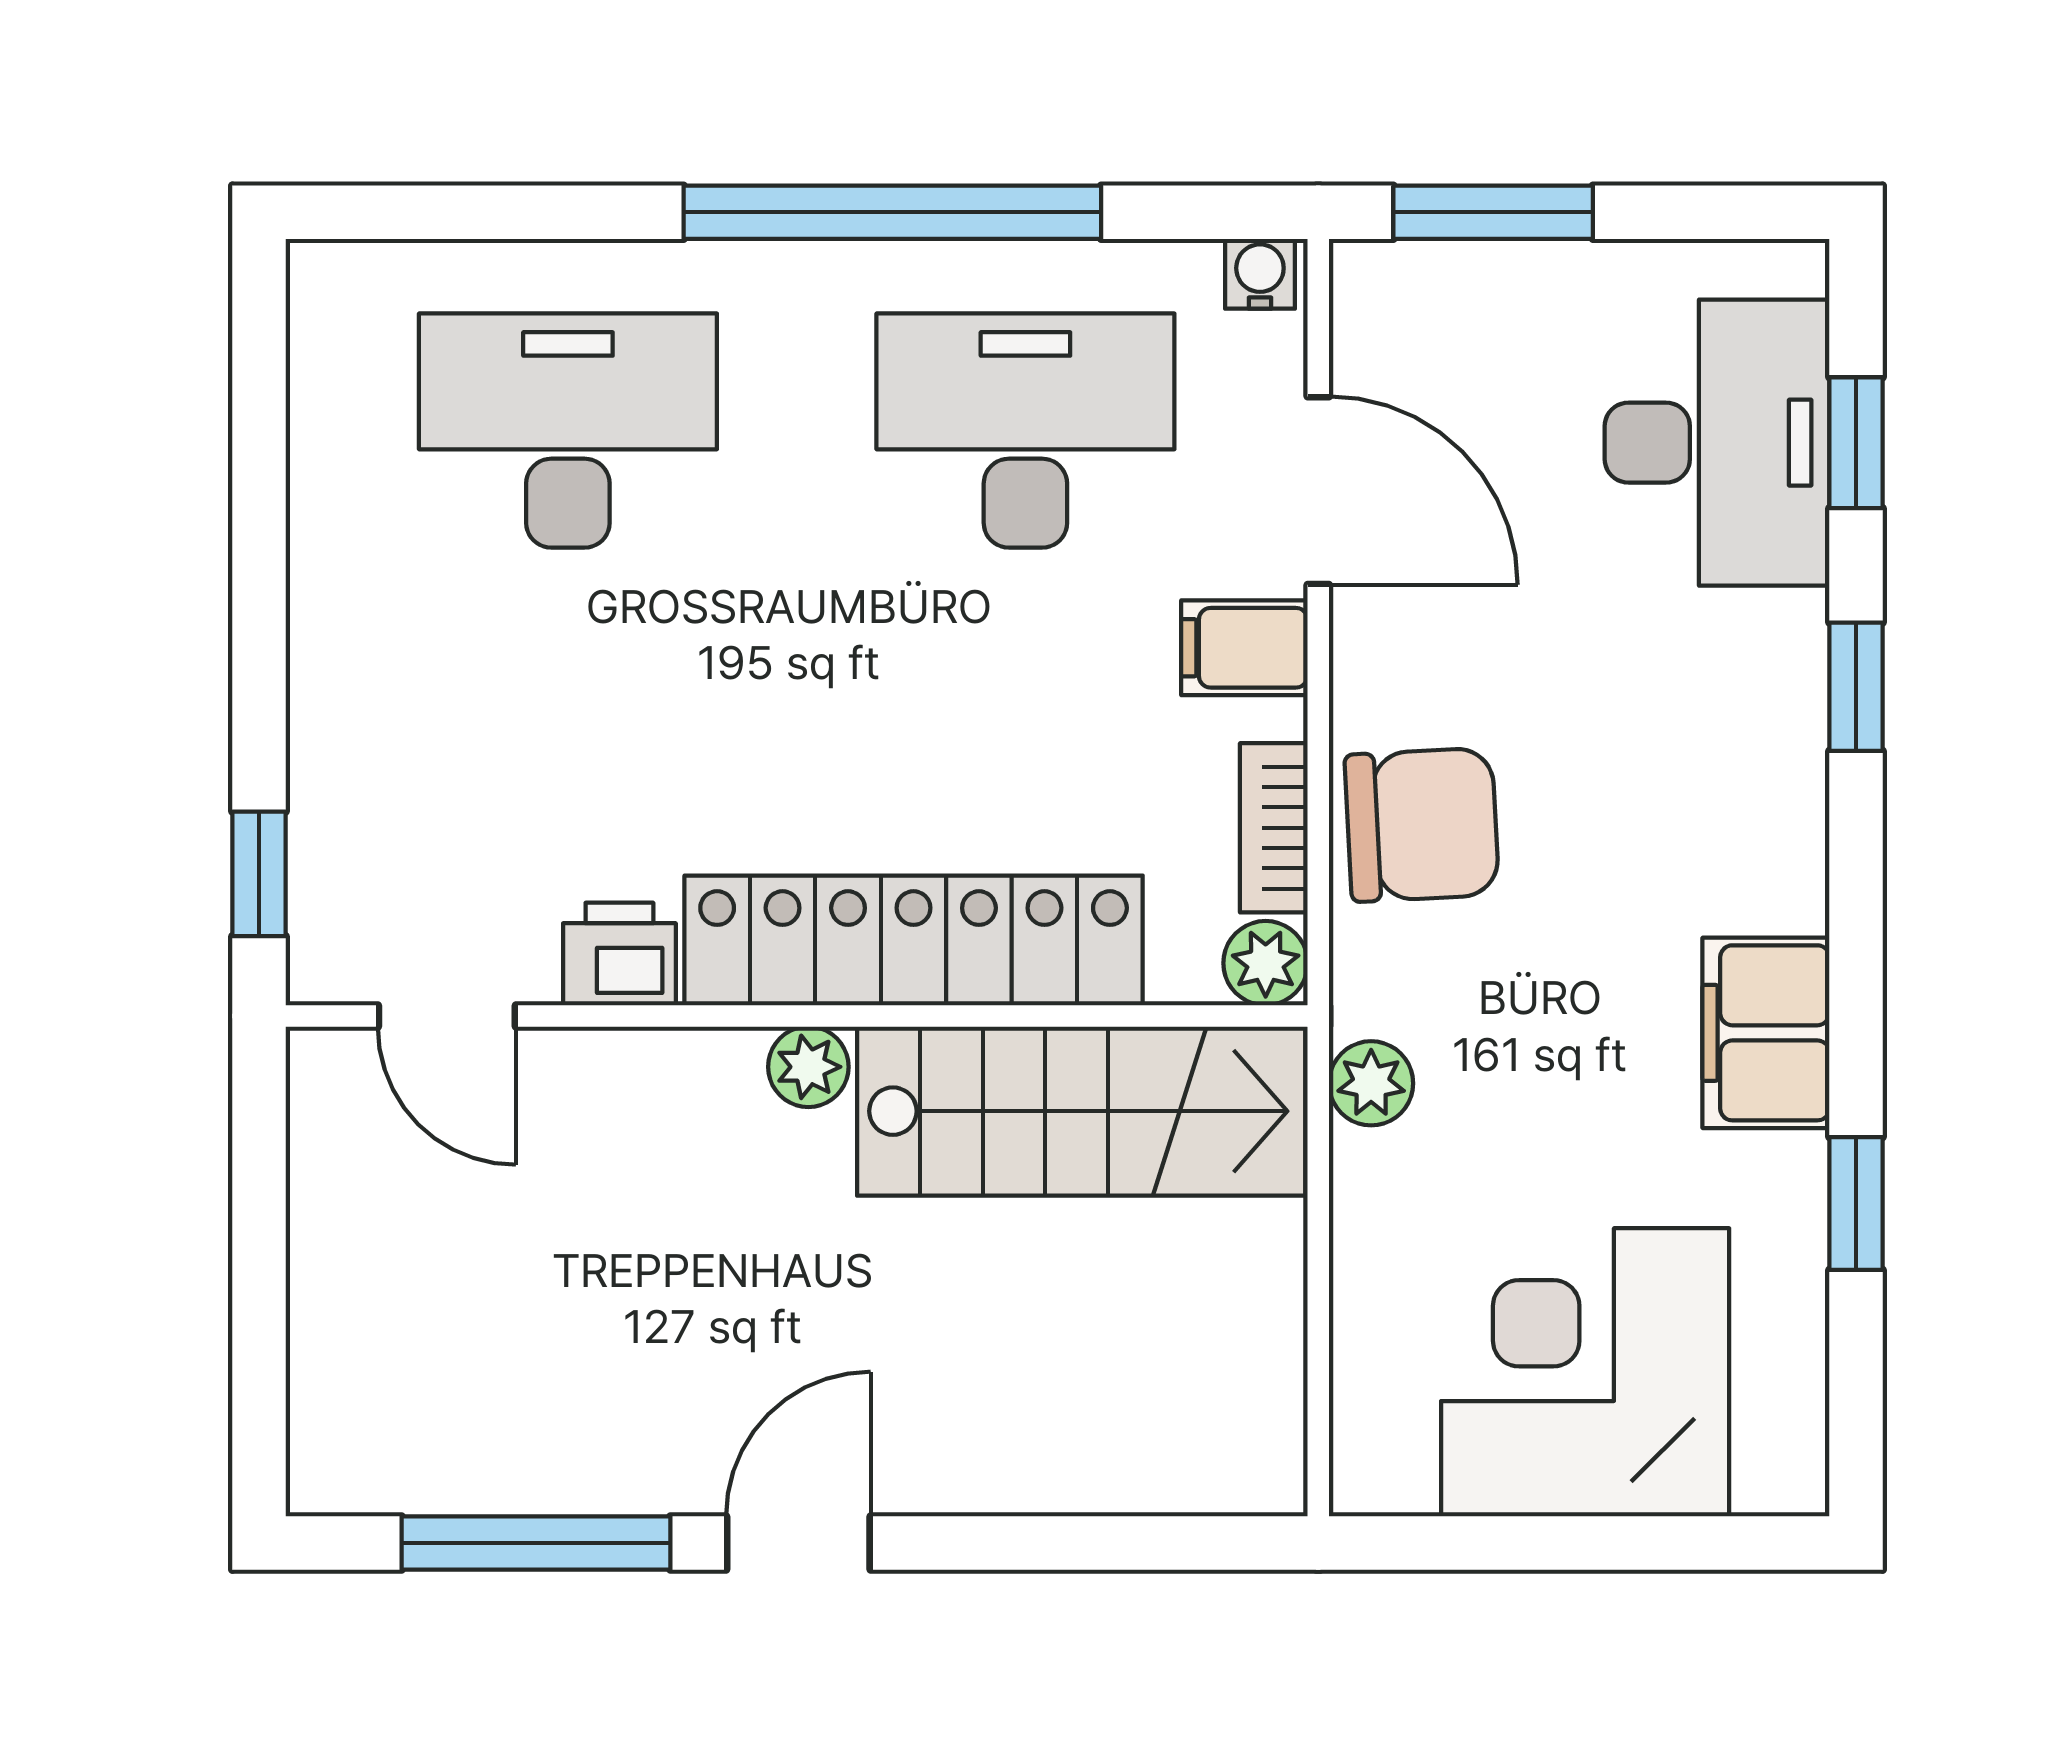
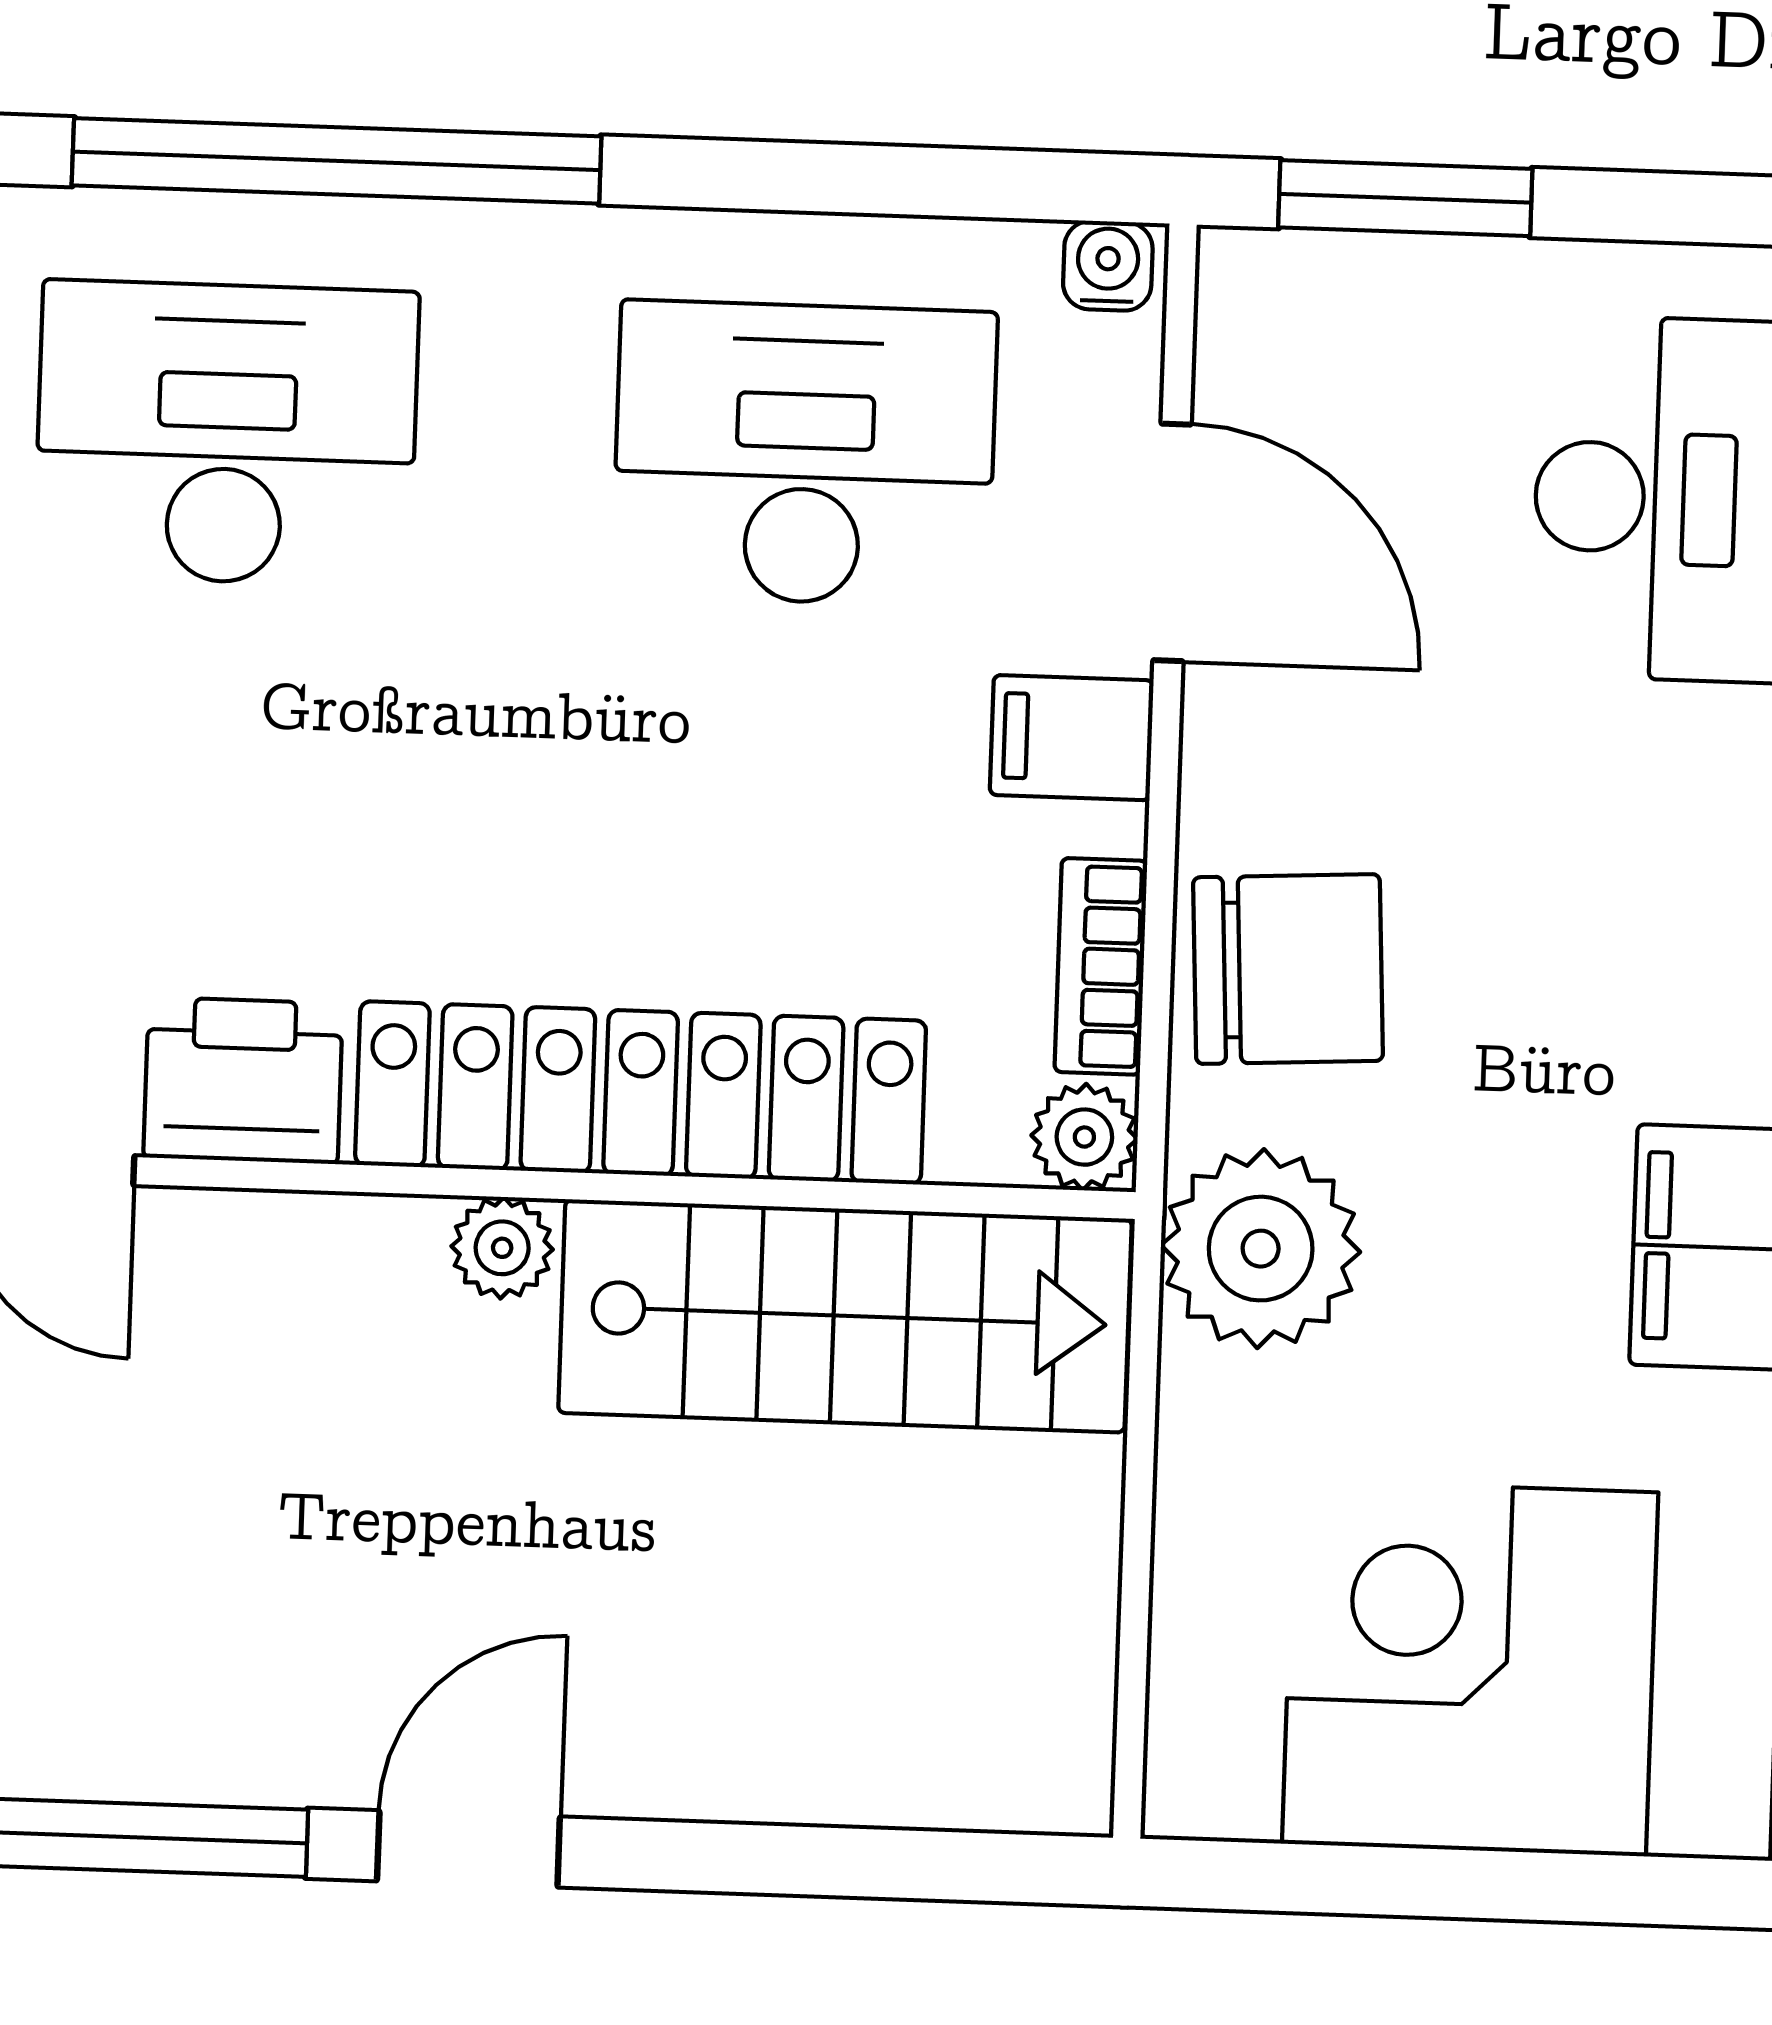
window: (892, 212) -> (337, 161), moved
printer: (619, 954) -> (243, 1081), width x1.36, depth x1.24
plant: (1371, 1083) -> (1261, 1249), width x1.88, depth x1.88

